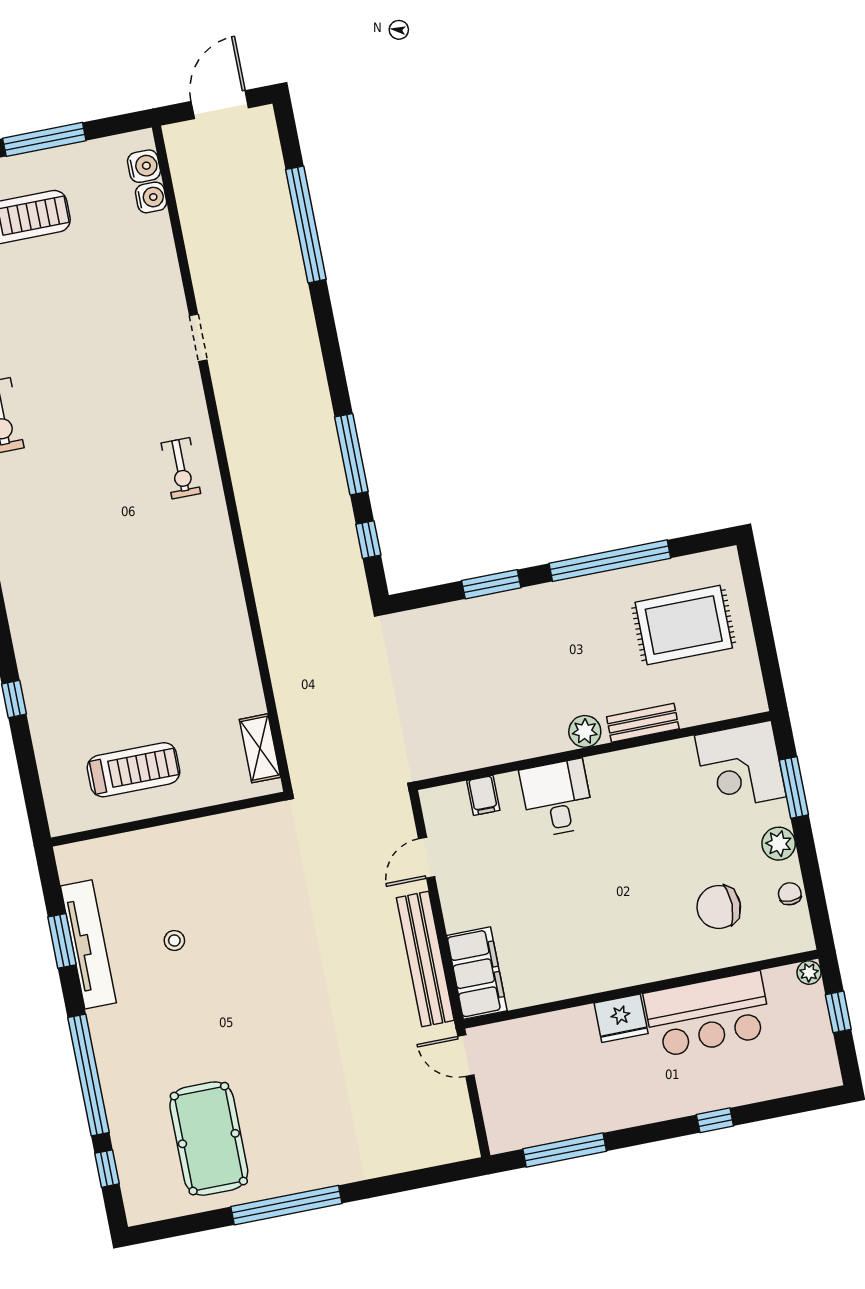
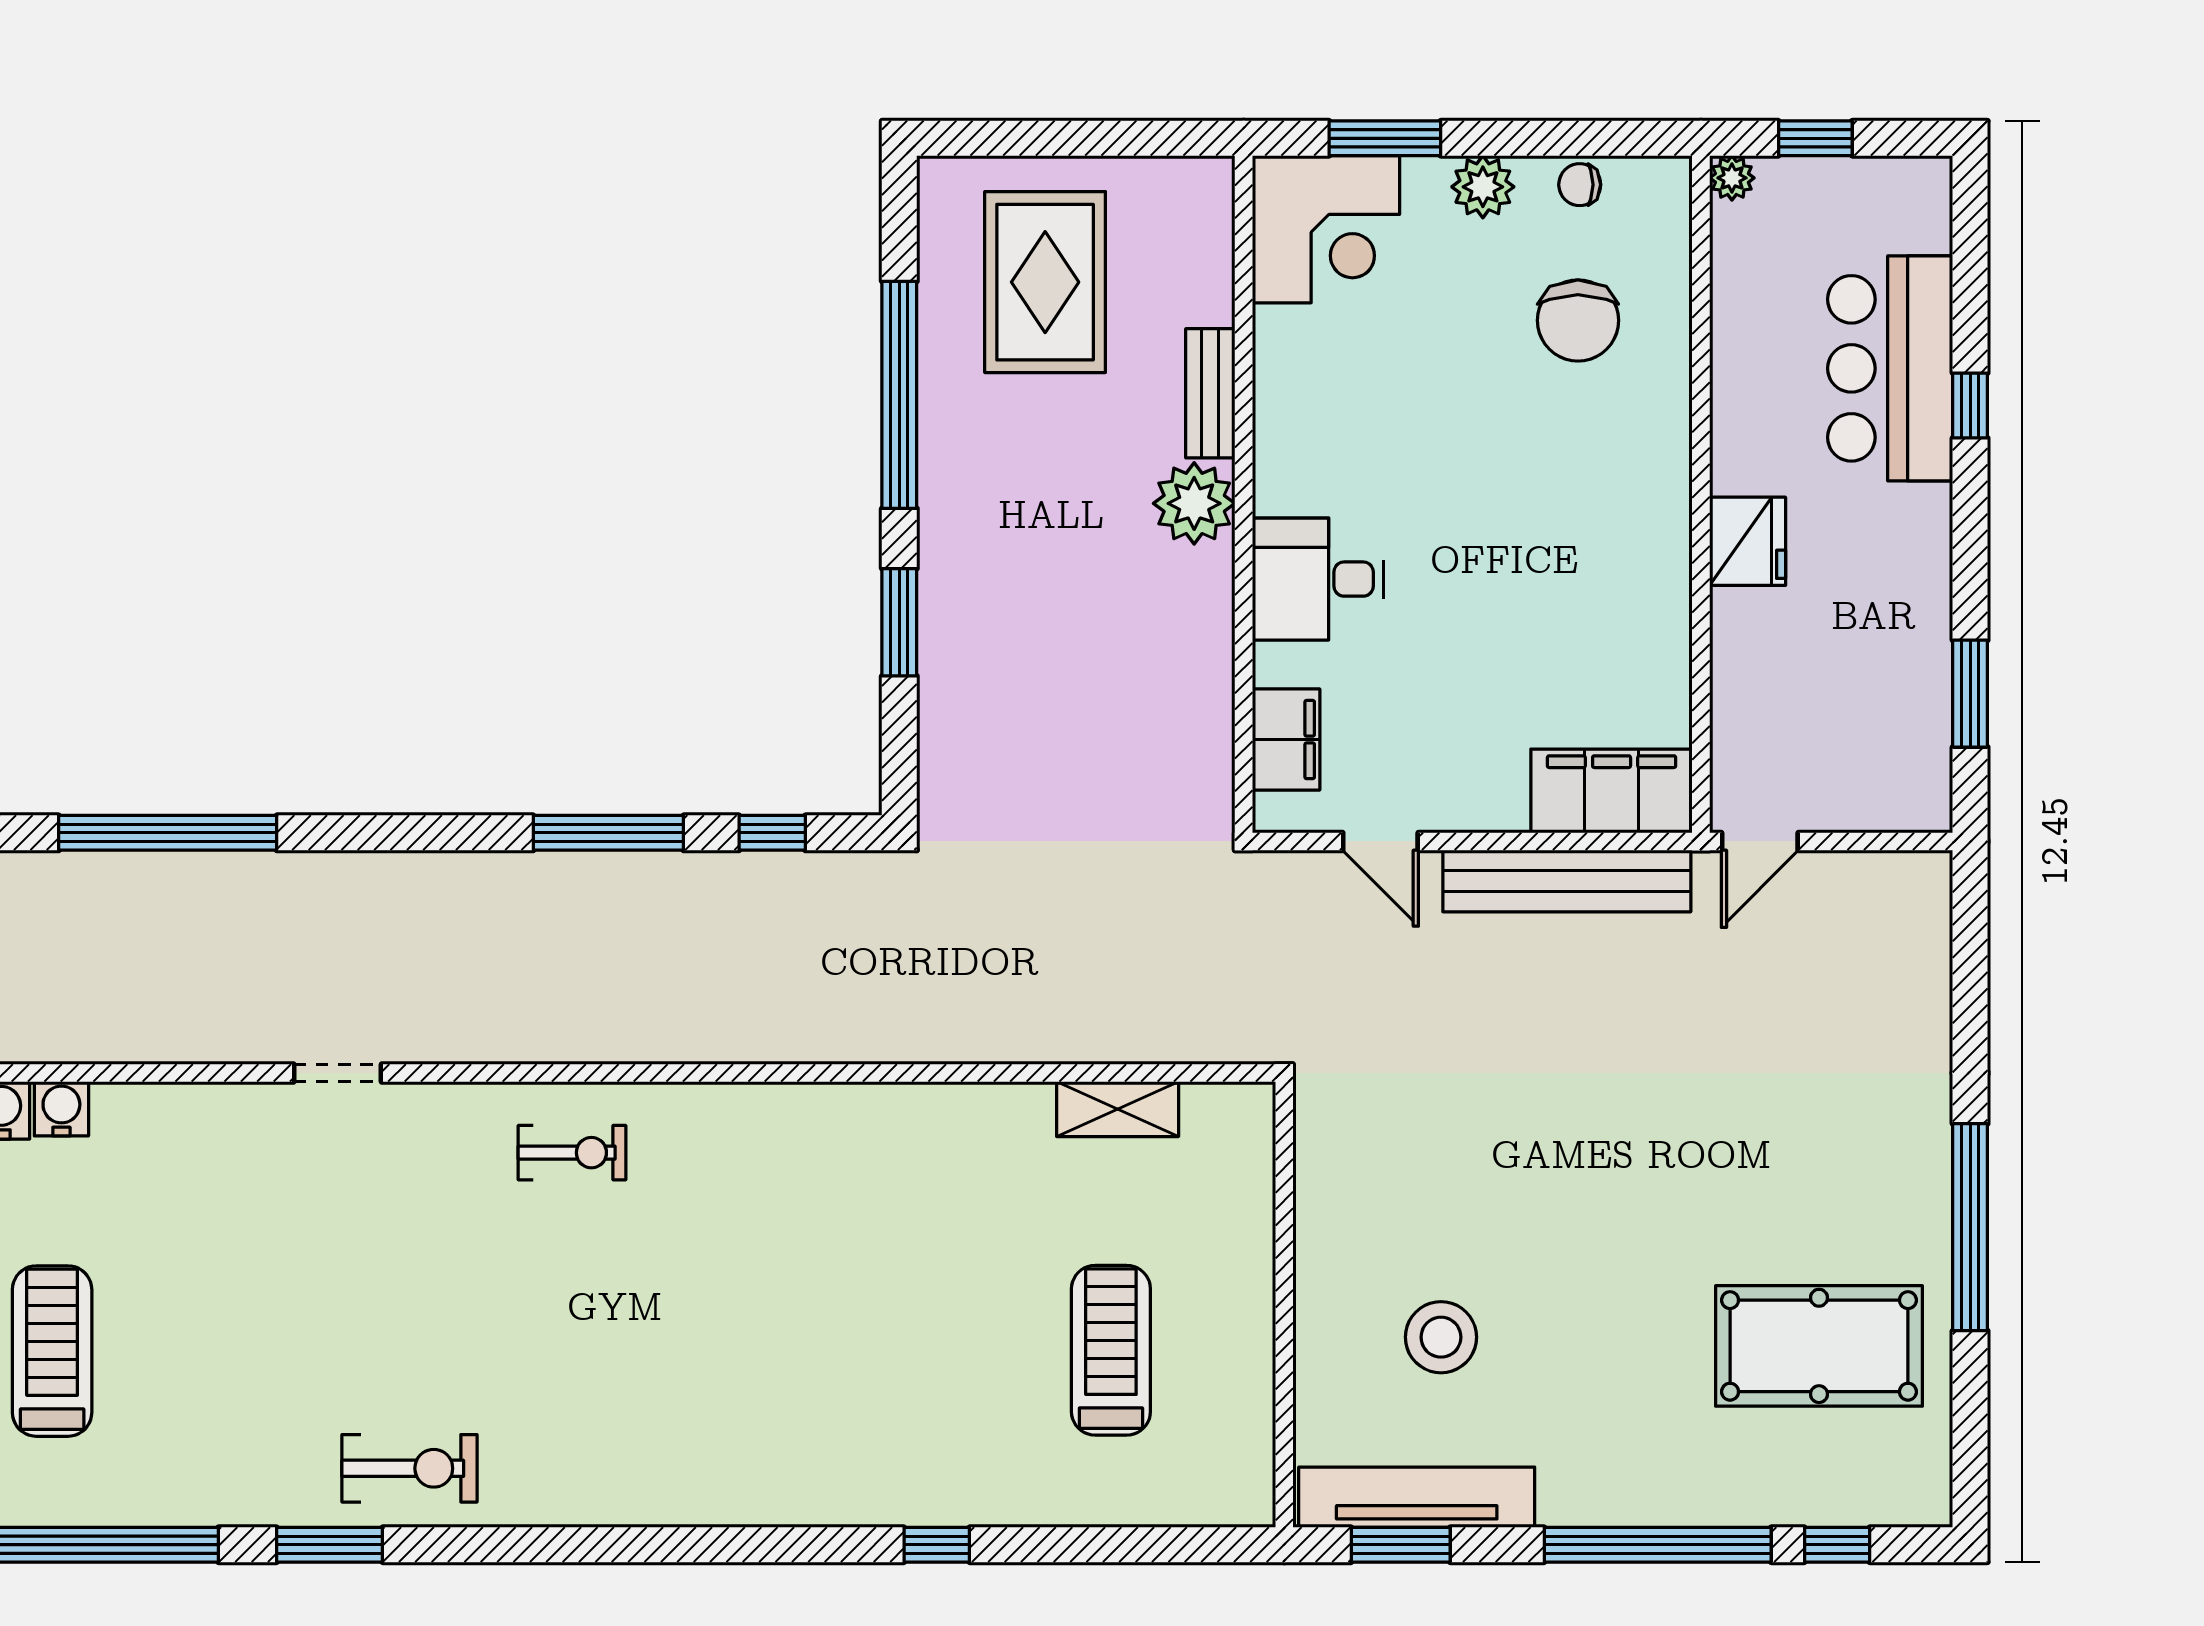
plant: (585, 731) -> (1194, 503), width x1.36, depth x1.36
filing cabinet: (483, 795) -> (1286, 740), width x2.00
wall: (168, 819) -> (1284, 1305), moved
stool: (174, 941) -> (1441, 1337), width x1.89, depth x1.89
bar counter: (708, 1014) -> (1890, 368), moved, turned 180
window: (565, 1150) -> (1970, 694), width x0.69

